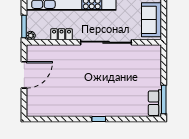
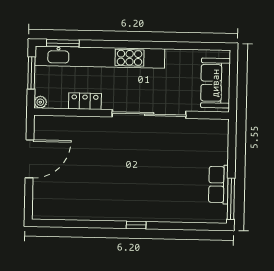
window: (24, 27) -> (31, 73), moved
row of seats: (155, 103) -> (218, 185), moved

